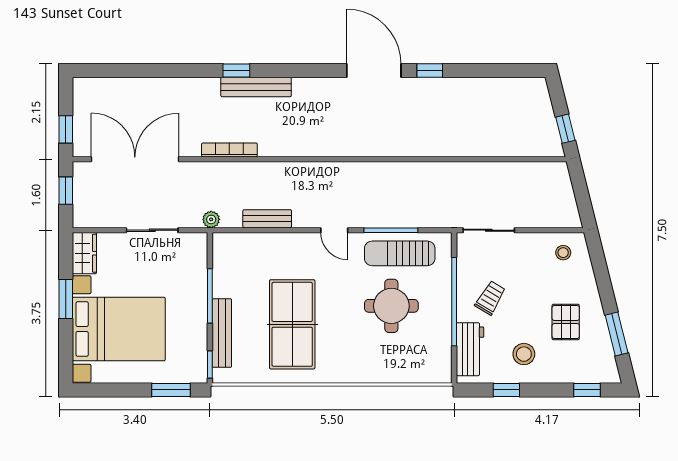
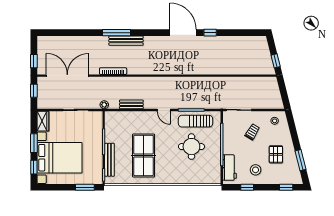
window: (236, 70) -> (116, 33), width x2.17
trolley: (490, 298) -> (252, 132), moved
window: (66, 348) -> (34, 167), added

